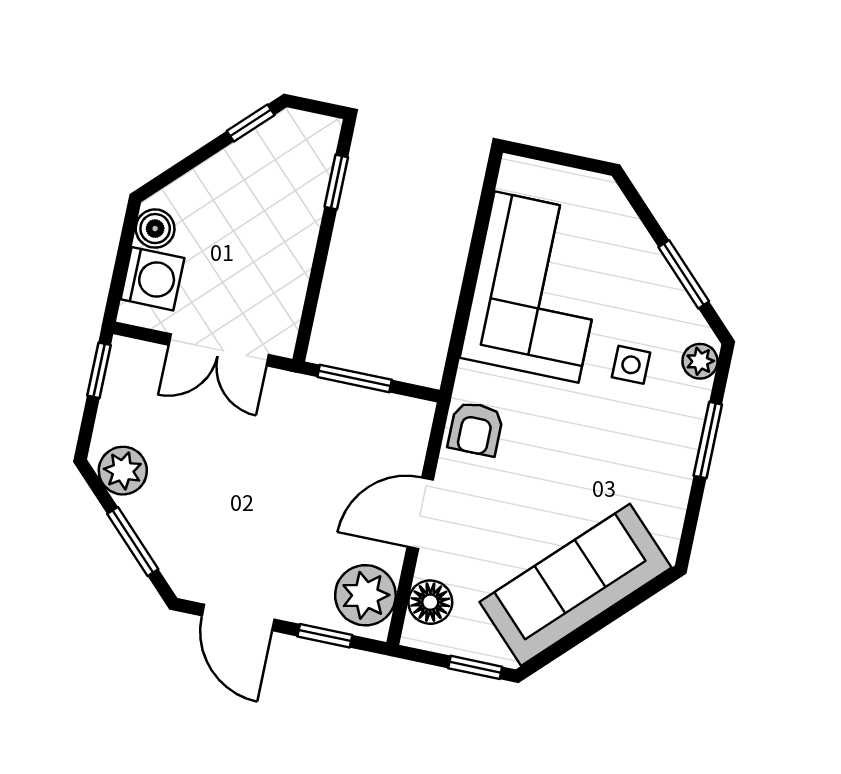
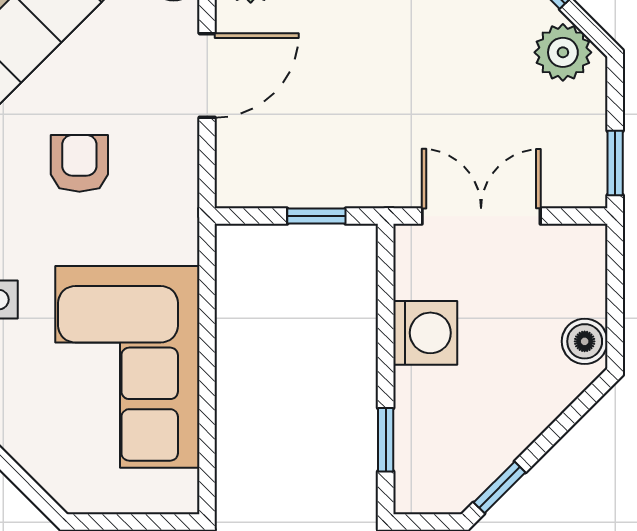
washing machine: (152, 279) -> (425, 333), moved, turned 180
window: (355, 378) -> (316, 216), width x0.67
armchair: (476, 429) -> (79, 163), moved

